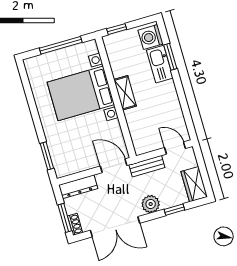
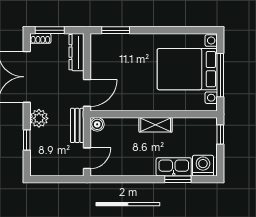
bed with nightstands: (81, 93) -> (187, 69), moved, turned -90
boiler: (140, 148) -> (97, 124), added
wardrobe: (194, 184) -> (46, 167), removed

